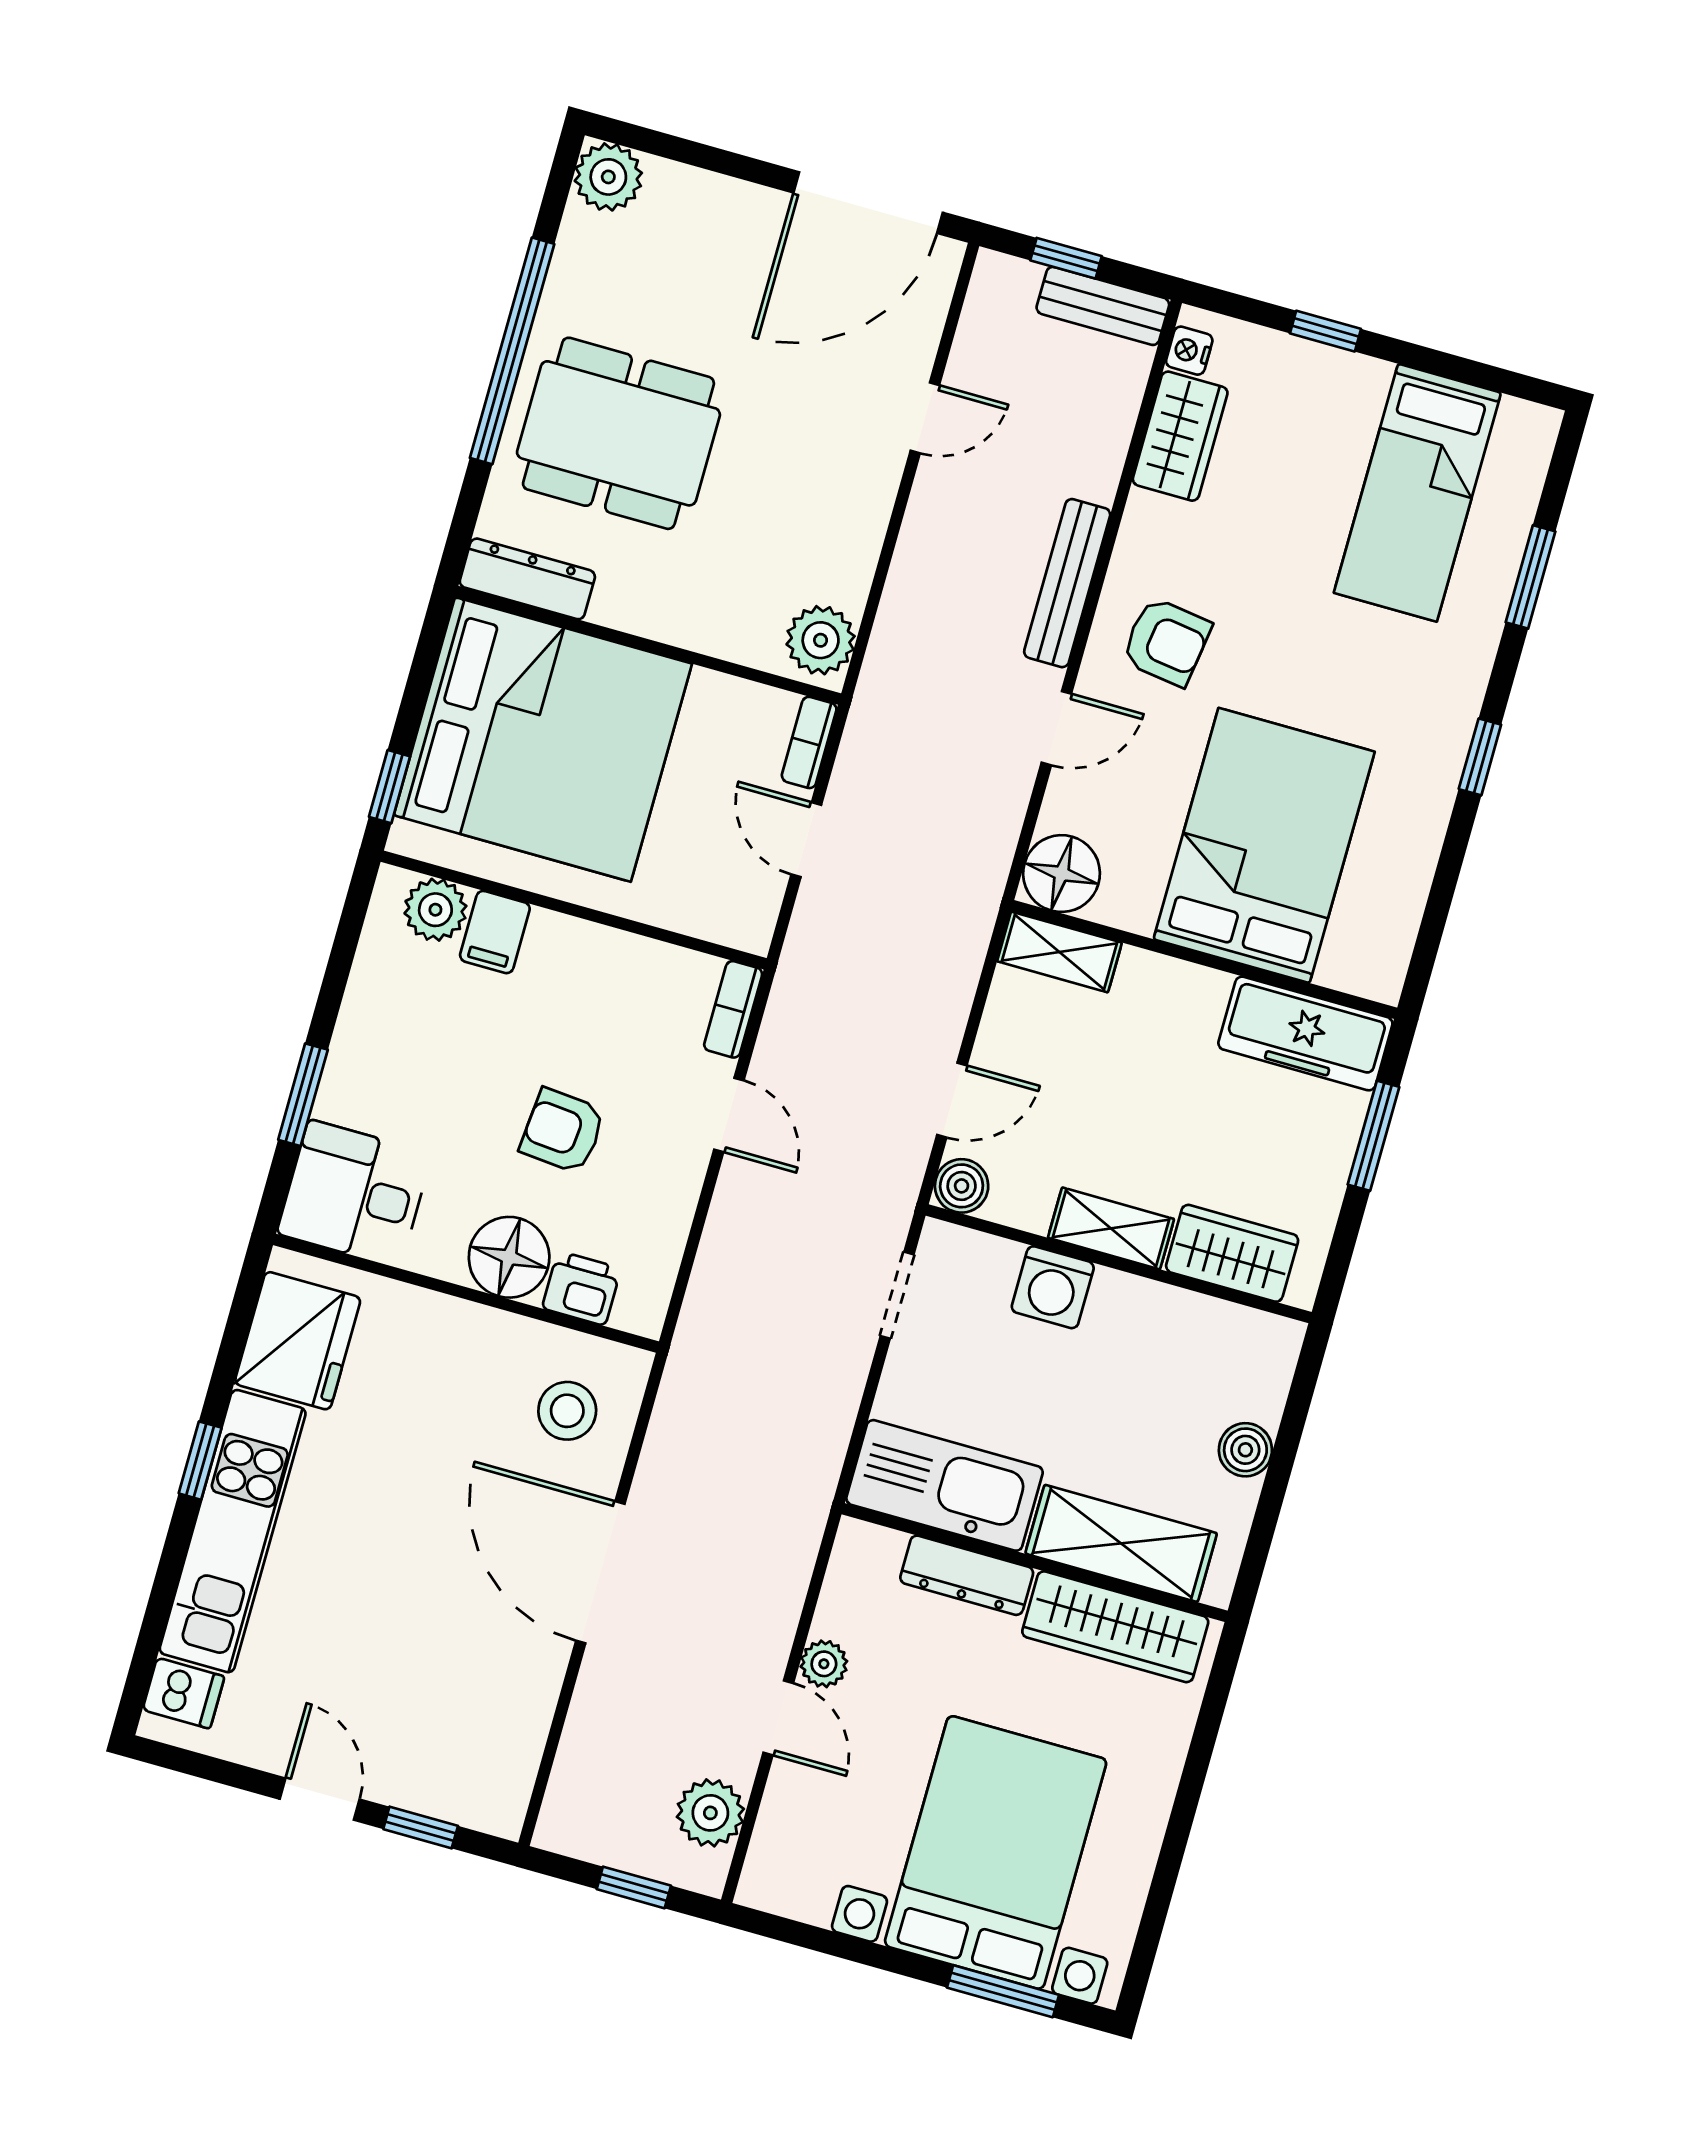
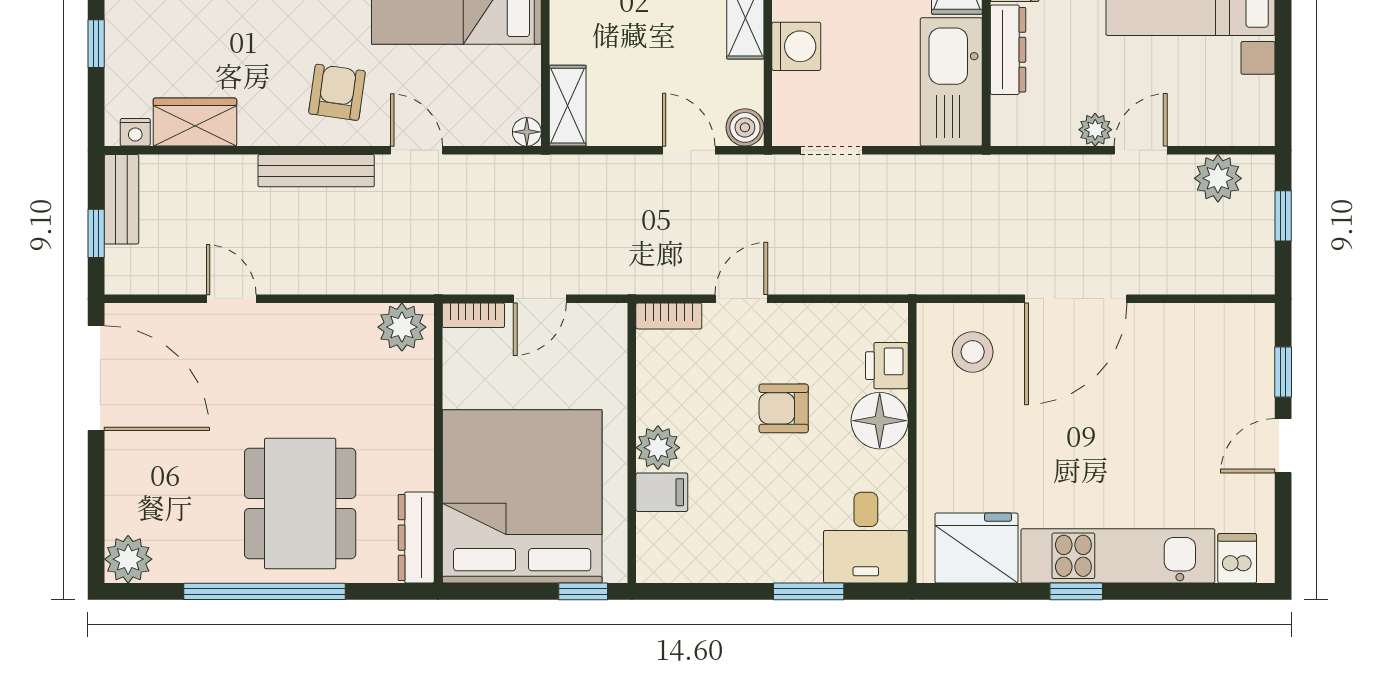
floor lamp: (1062, 874) -> (527, 132), width x0.53, depth x0.53
plant: (435, 910) -> (658, 448), moved
armchair: (563, 1131) -> (784, 408), turned 85

